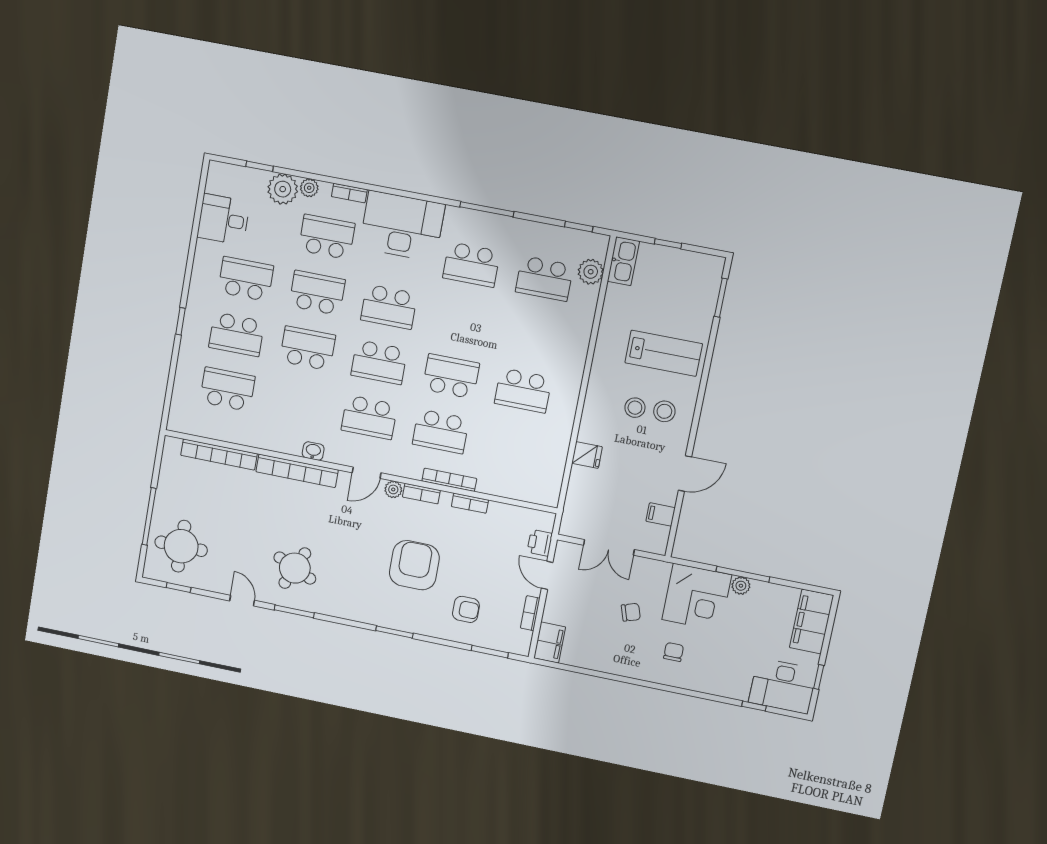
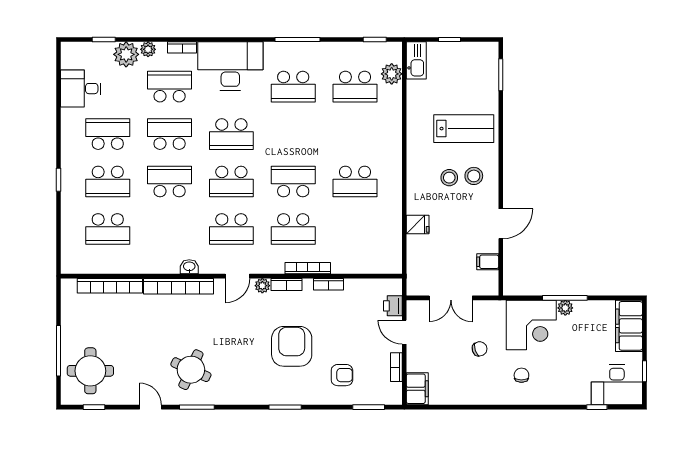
school desk: (227, 389) -> (108, 229), turned 180

